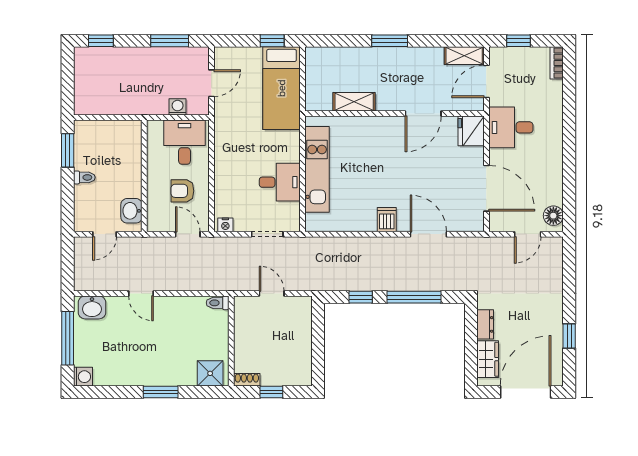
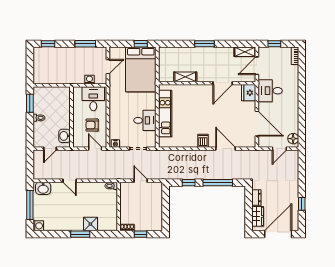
bed: (282, 88) -> (141, 69), width x1.50
shower: (210, 373) -> (90, 224), moved

